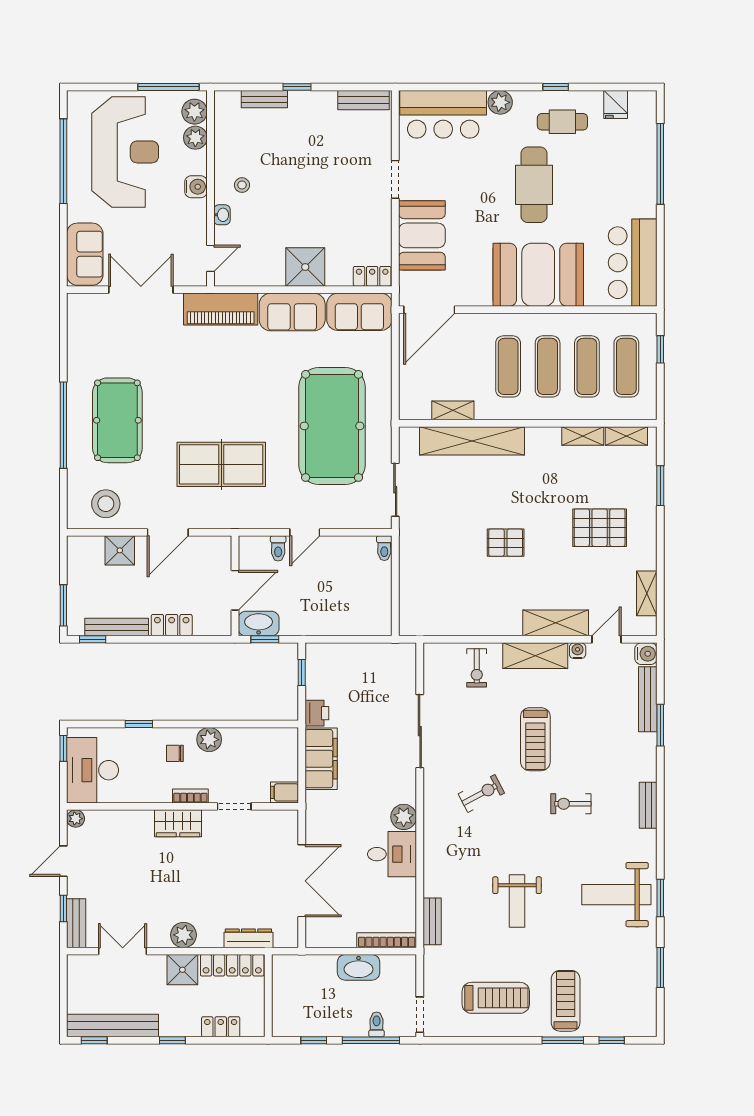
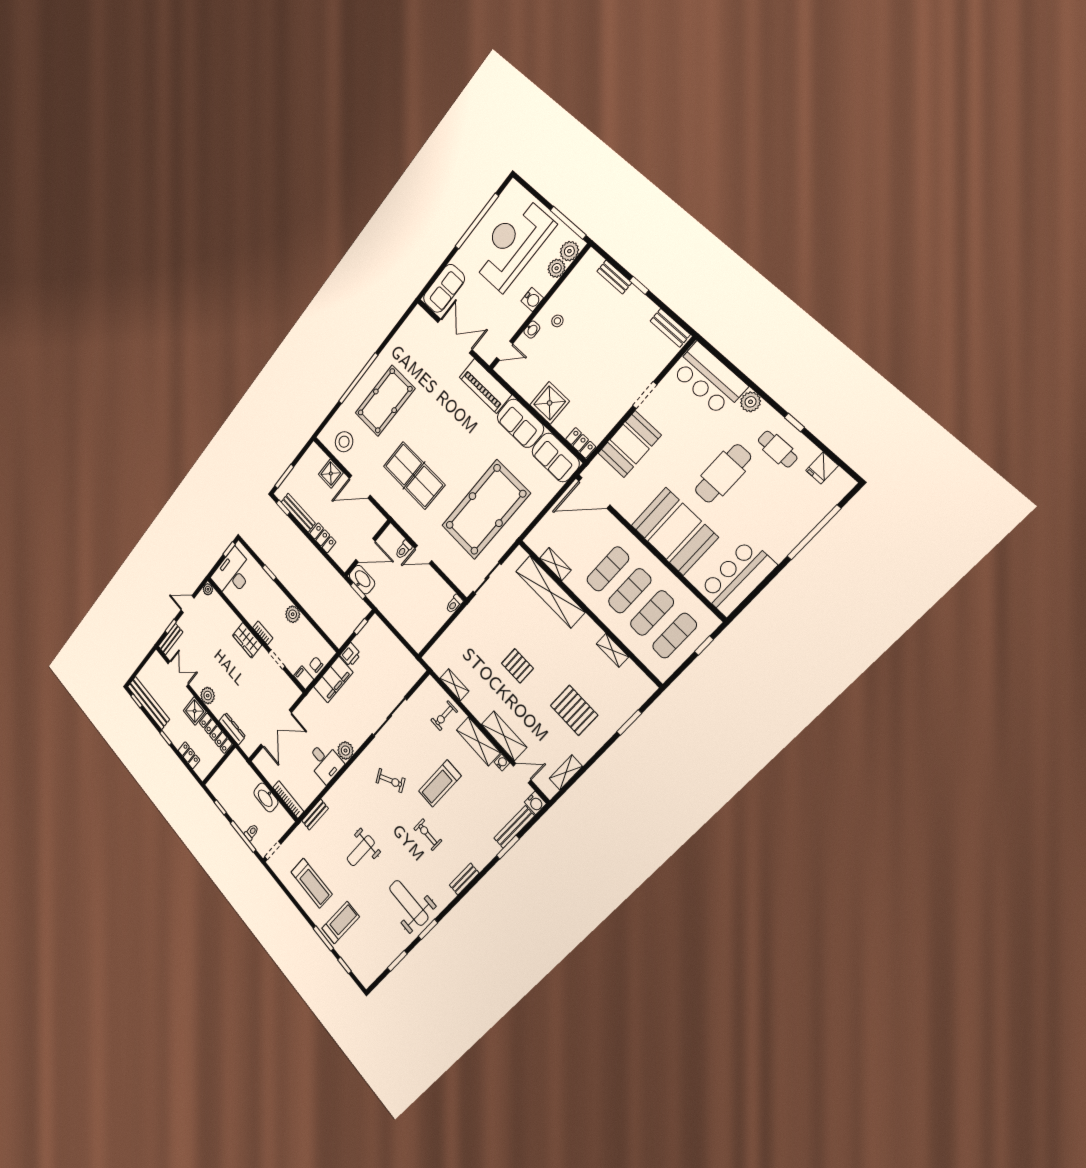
reception desk: (125, 152) -> (513, 244), turned 180
shelving: (626, 436) -> (454, 685), moved
chair: (175, 753) -> (316, 665), moved

